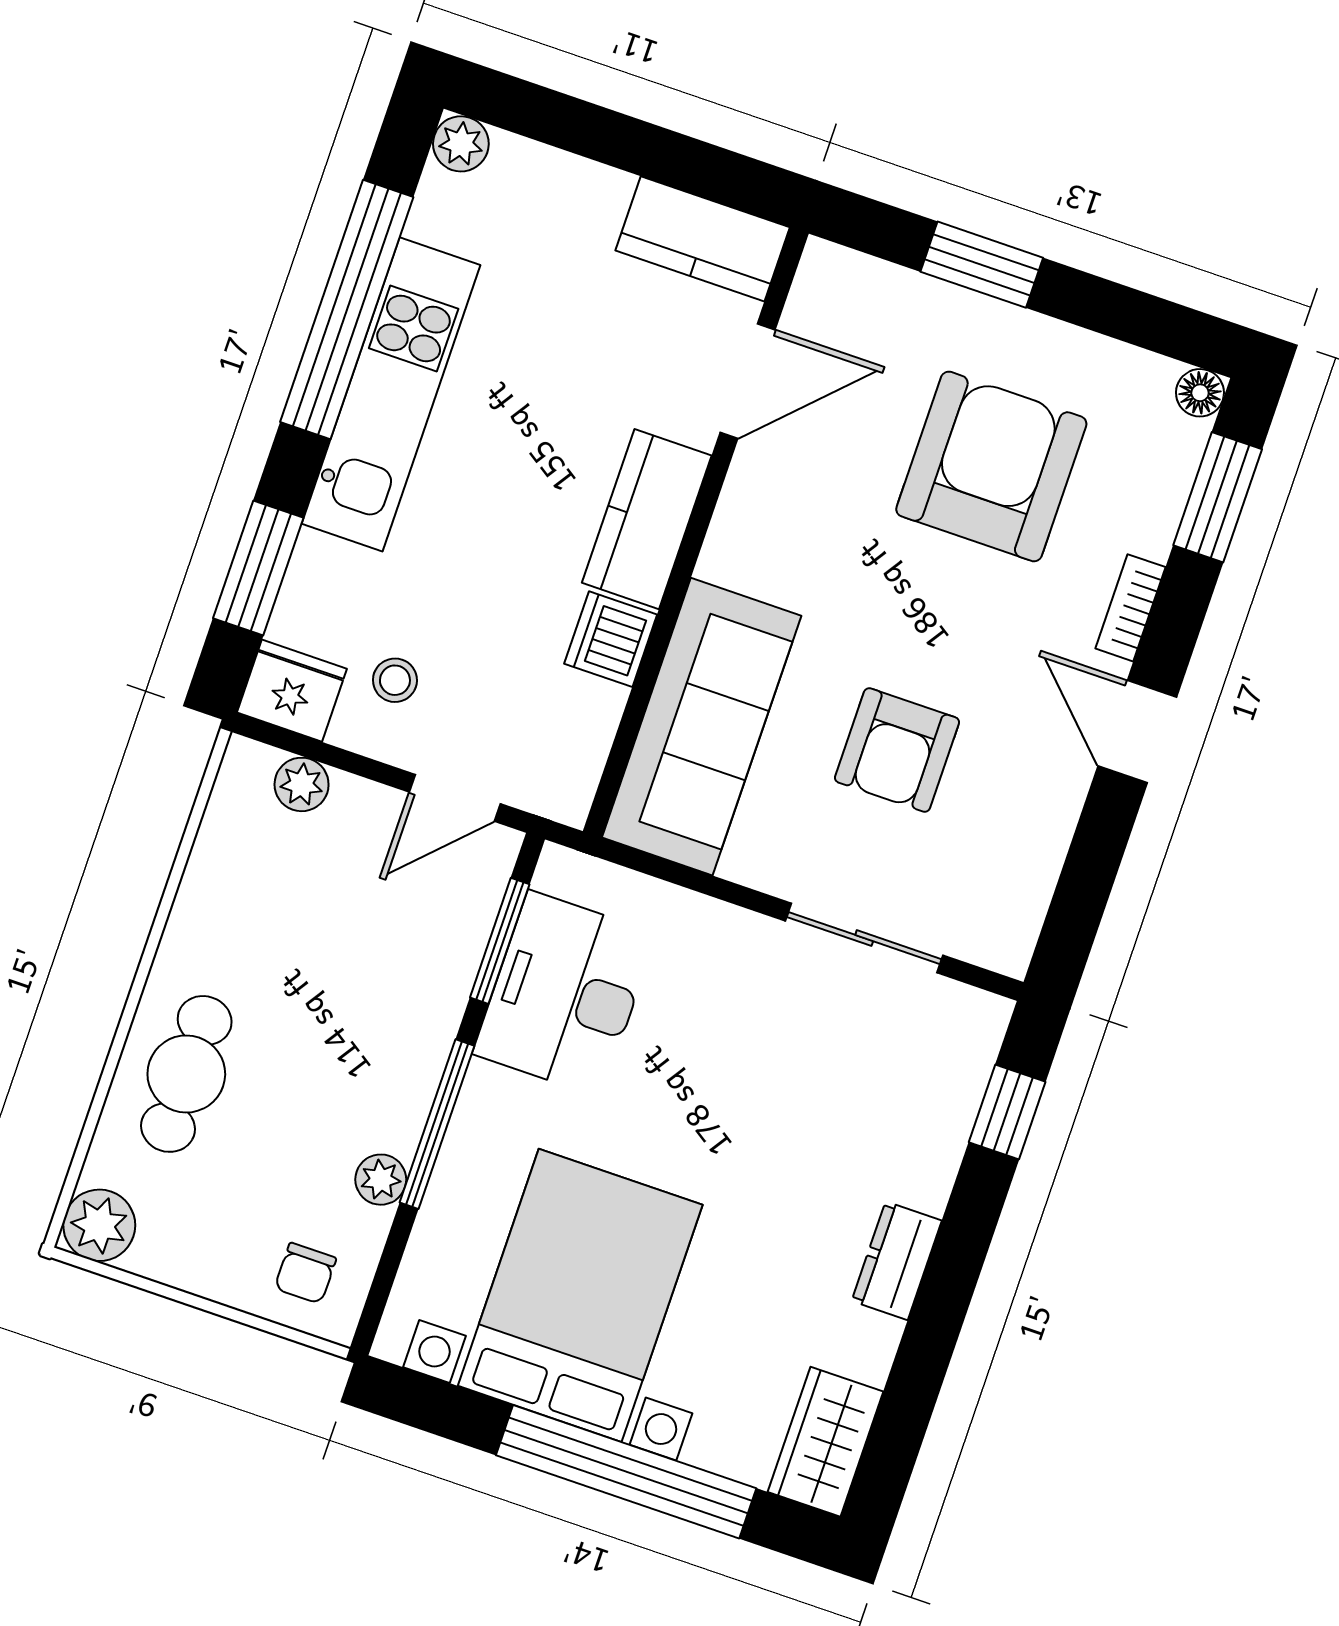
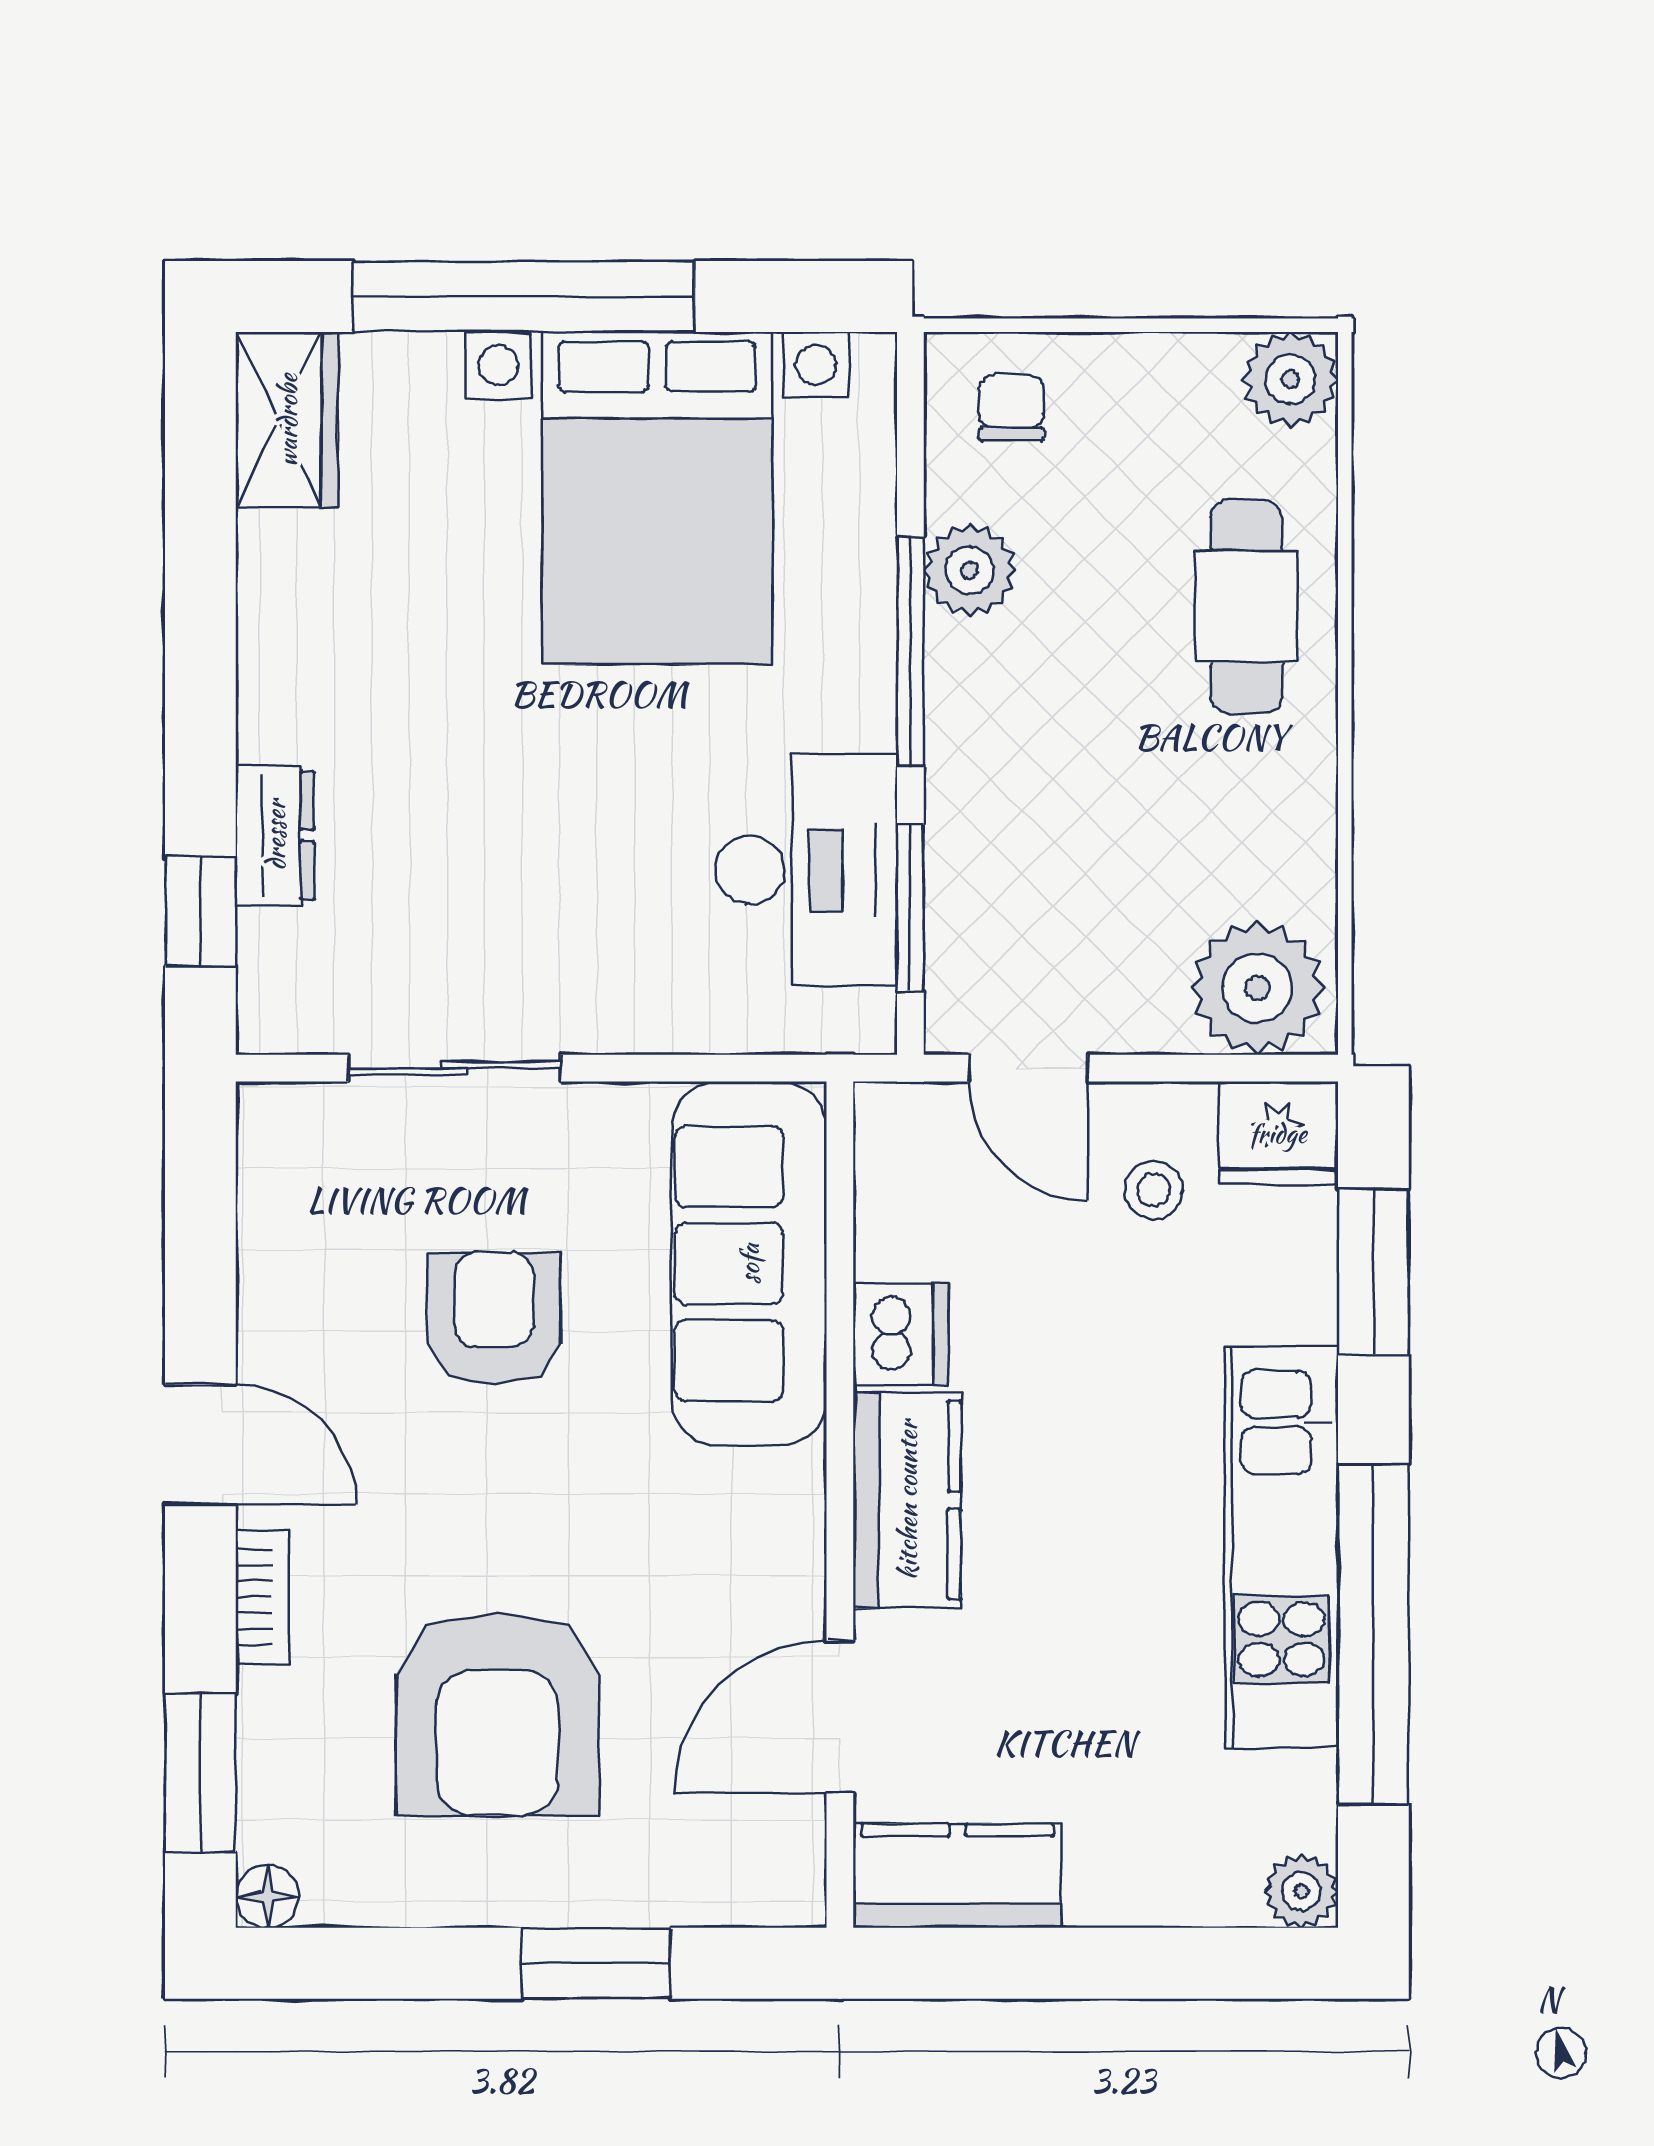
plant: (302, 784) -> (1257, 988), width x1.87, depth x1.87
door: (455, 798) -> (1028, 1068), swing flipped
plant: (381, 1180) -> (970, 570), width x1.38, depth x1.38
dresser: (897, 1261) -> (275, 835), moved

